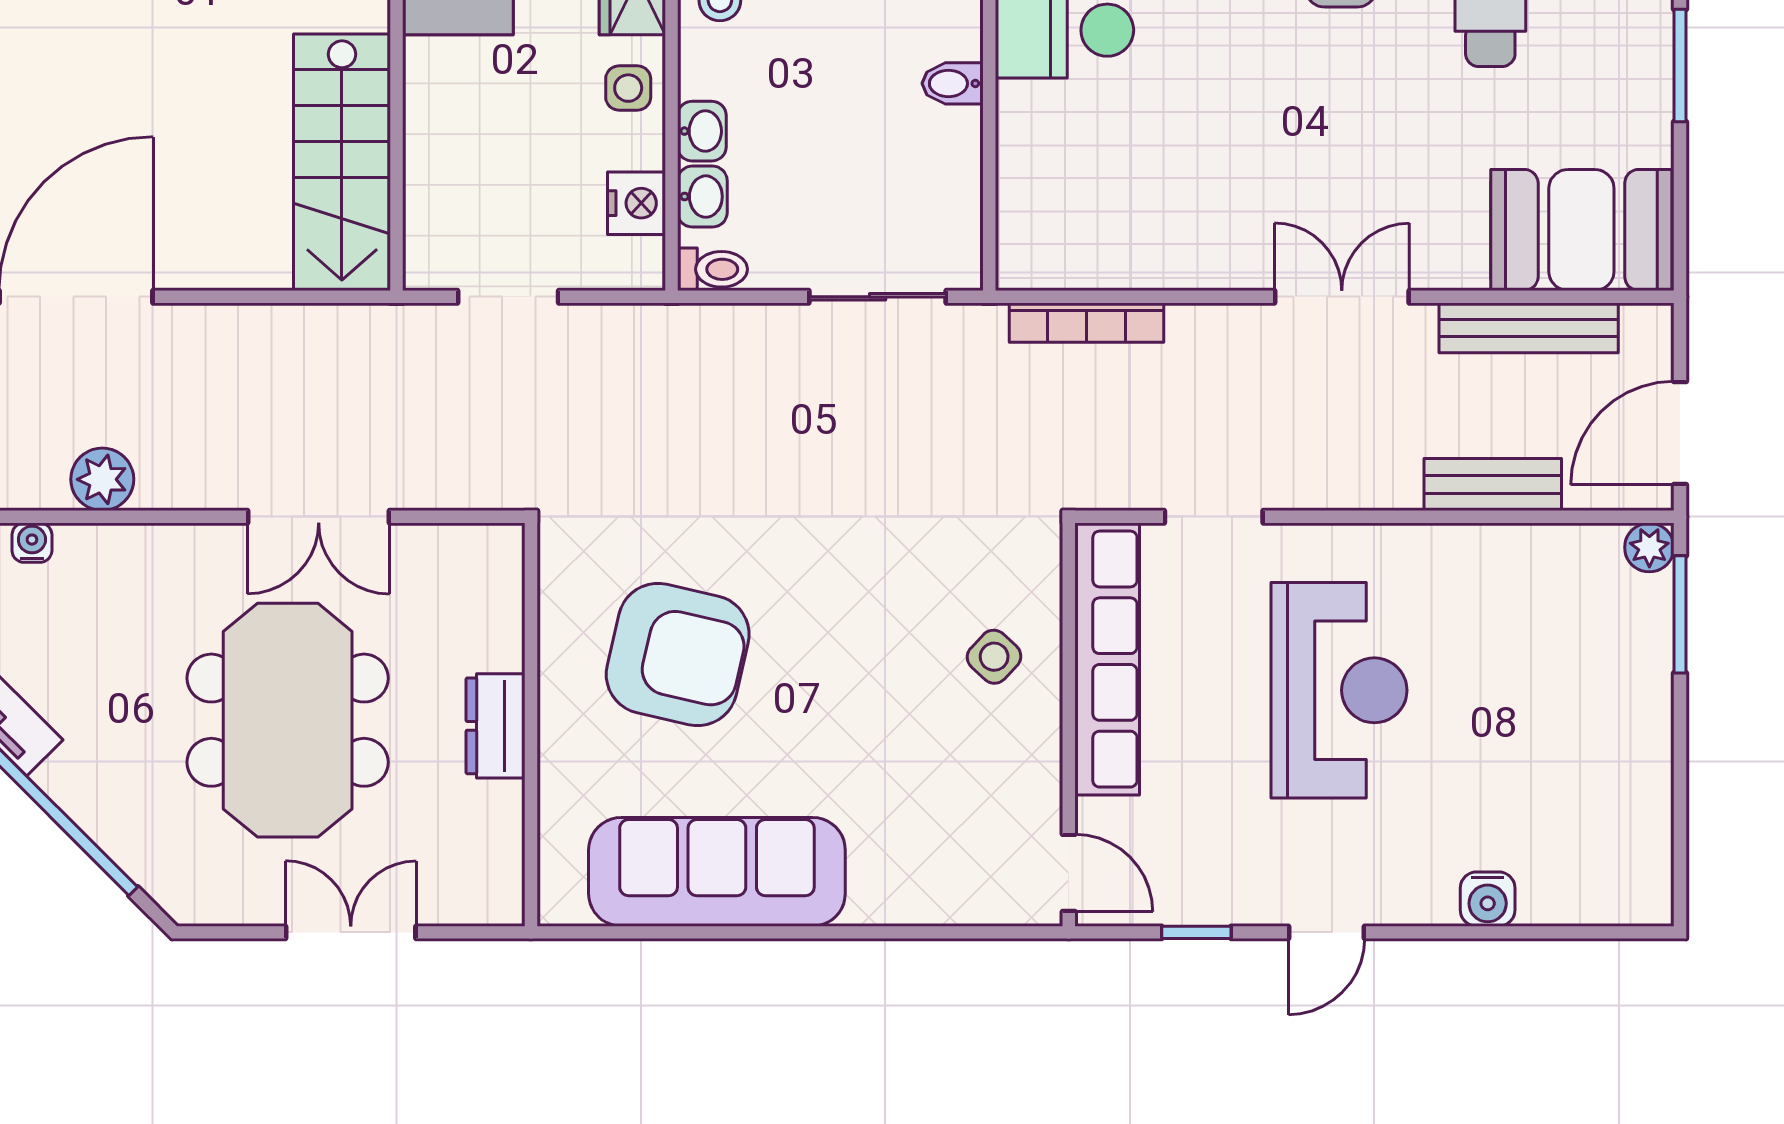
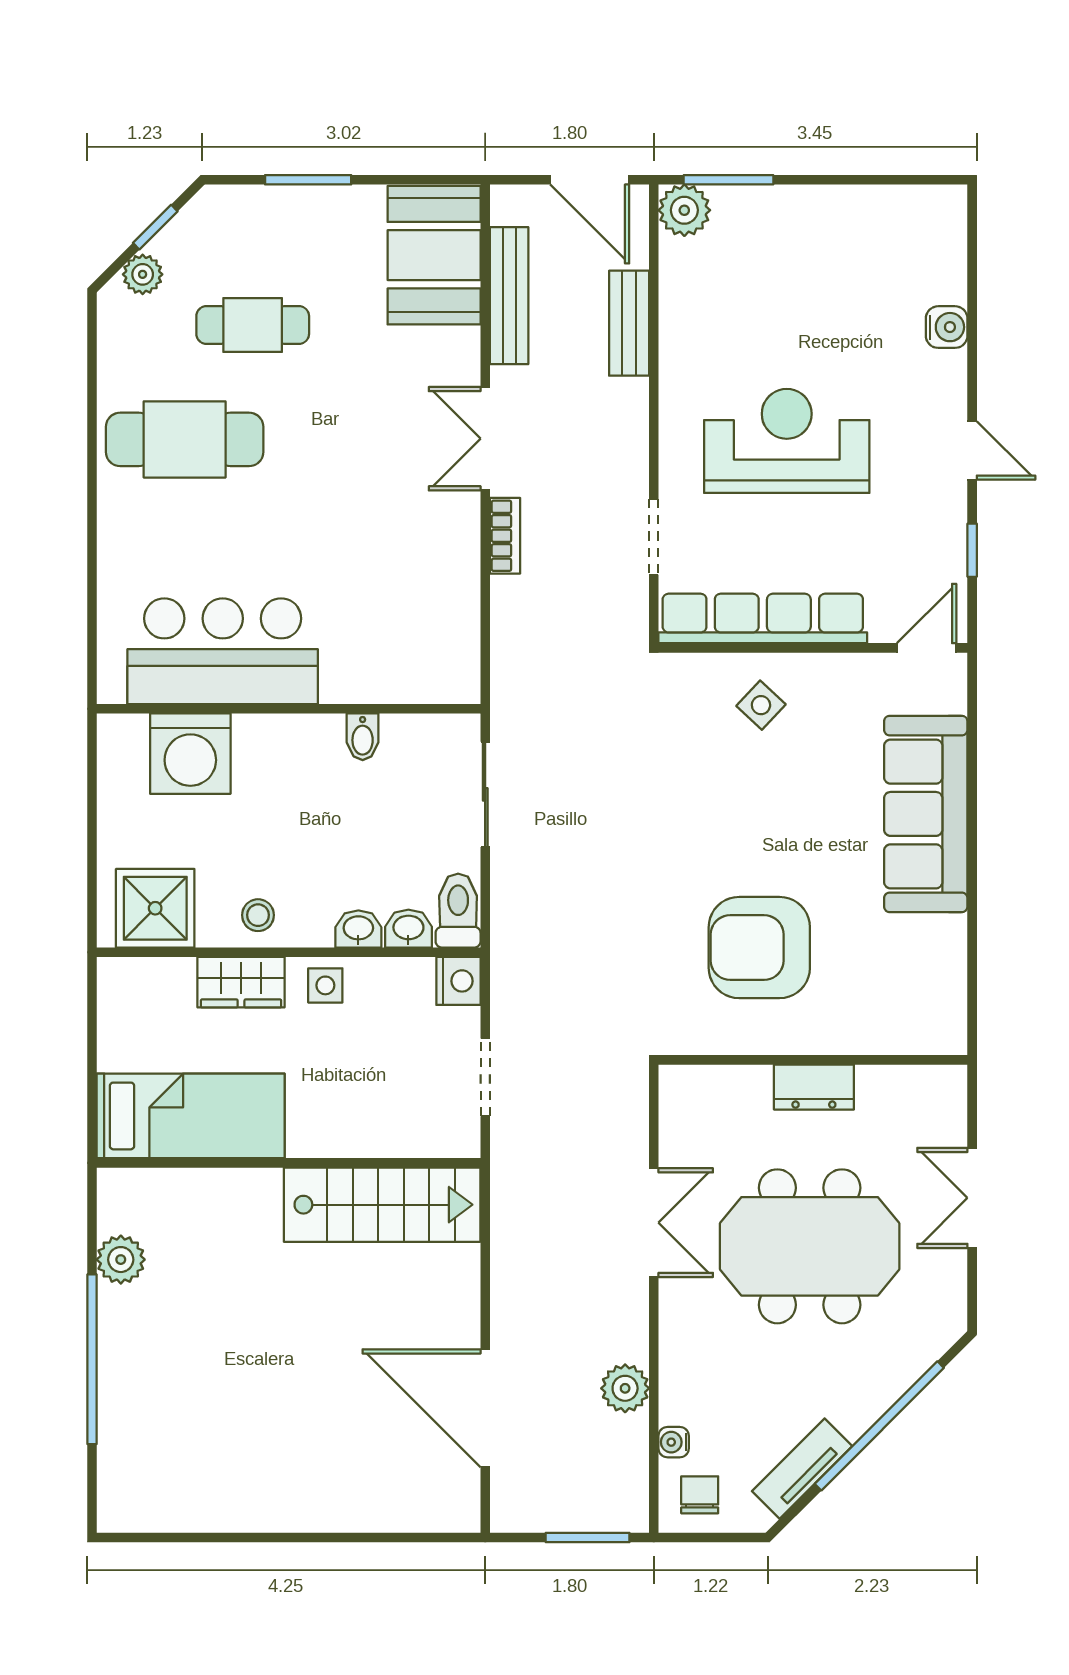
bidet: (953, 83) -> (363, 737), moved
nightstand: (637, 203) -> (458, 981), moved, turned 90
toilet: (712, 269) -> (458, 911), width x1.37, depth x1.39
bookcase: (1087, 323) -> (505, 536), moved, width x0.64
plant: (1649, 547) -> (684, 210), width x1.38, depth x1.38
armchair: (678, 655) -> (759, 948), turned -103
sofa: (717, 872) -> (926, 814), moved

